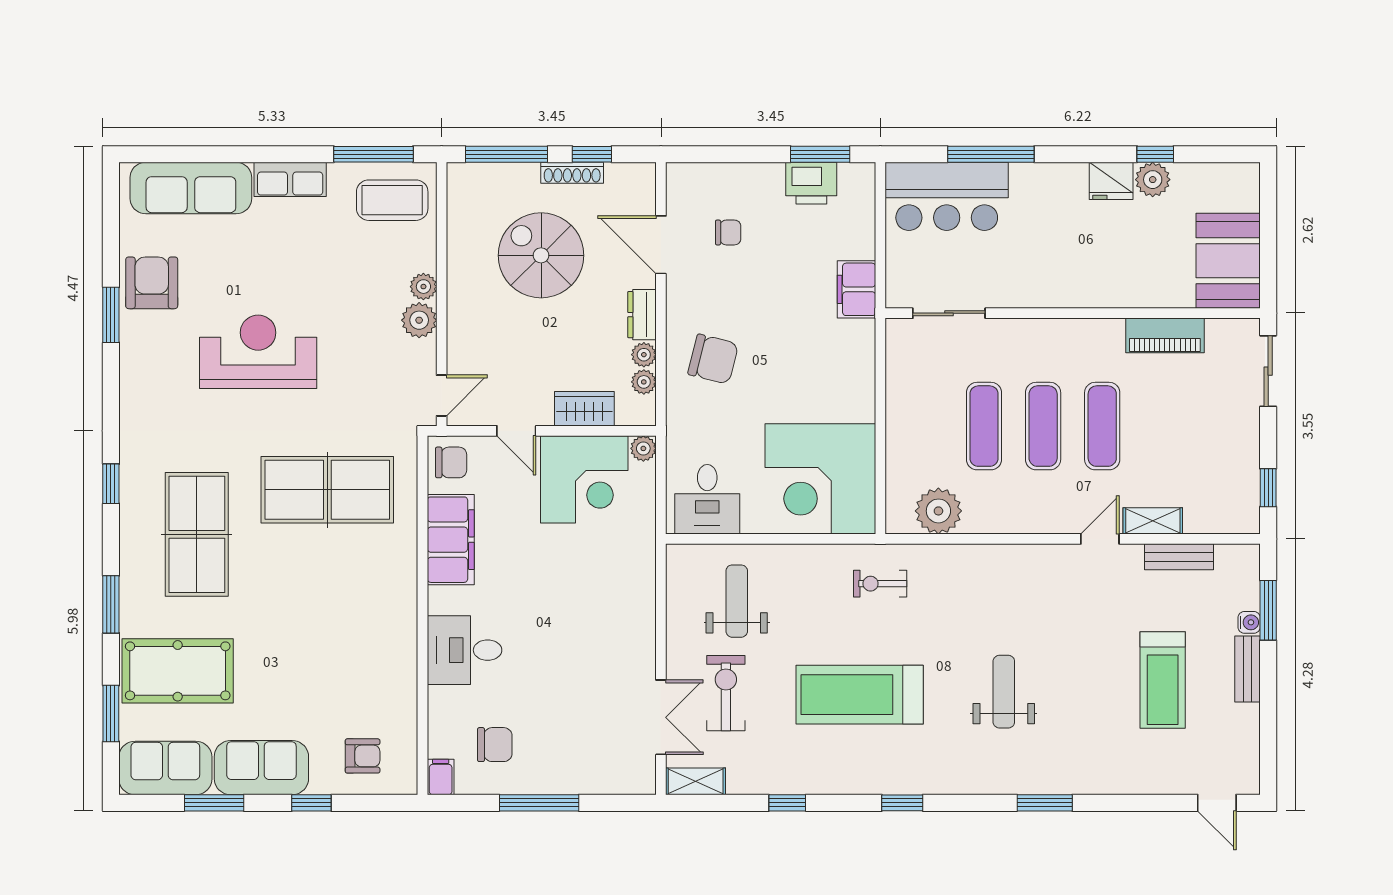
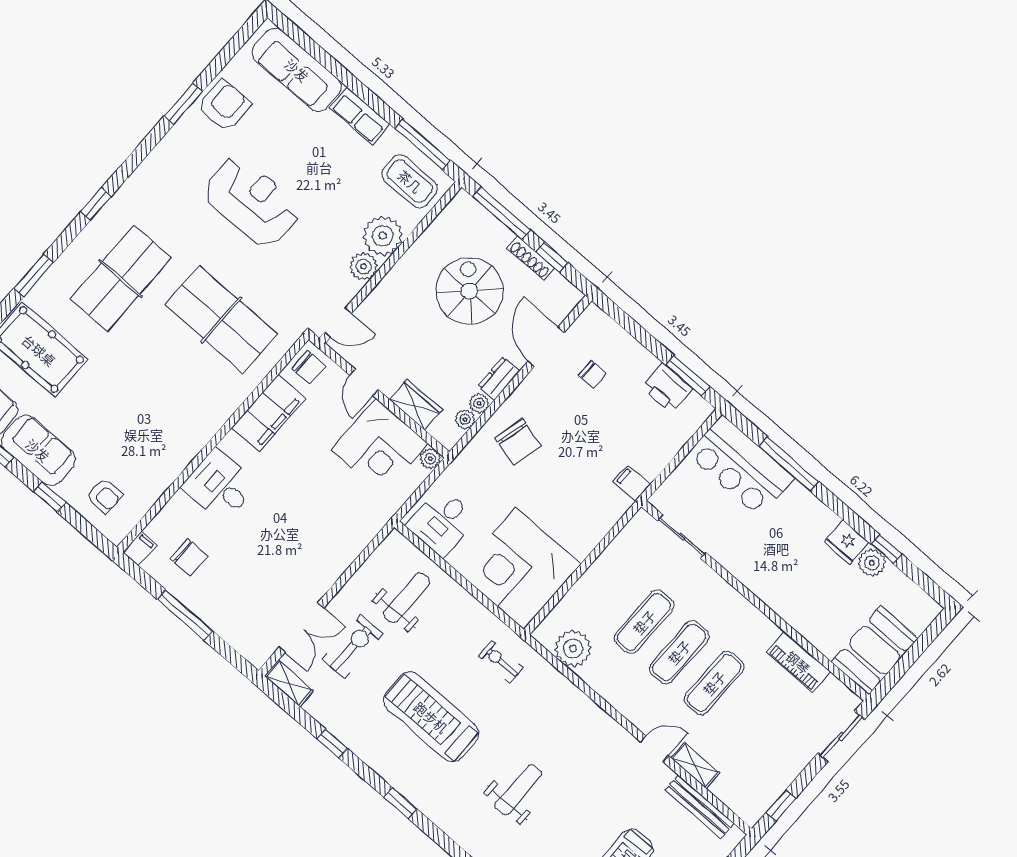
plant: (423, 287) -> (383, 236), width x1.88, depth x1.88
filing cabinet: (856, 289) -> (632, 483), width x0.50
bench: (1179, 557) -> (700, 807), width x1.36

